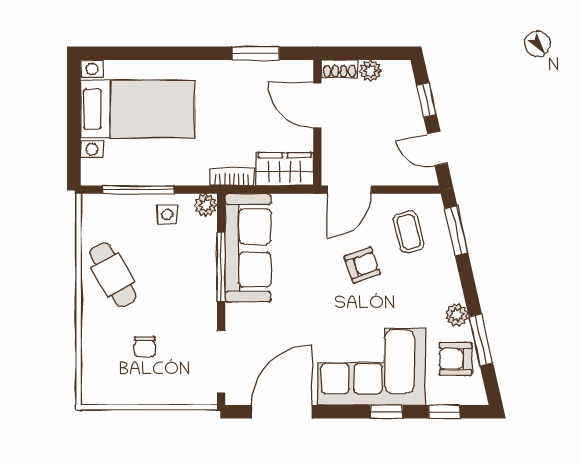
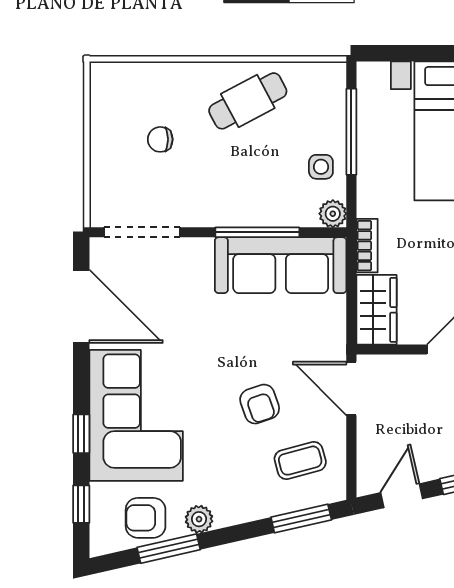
armchair: (456, 359) -> (146, 518), turned -90

